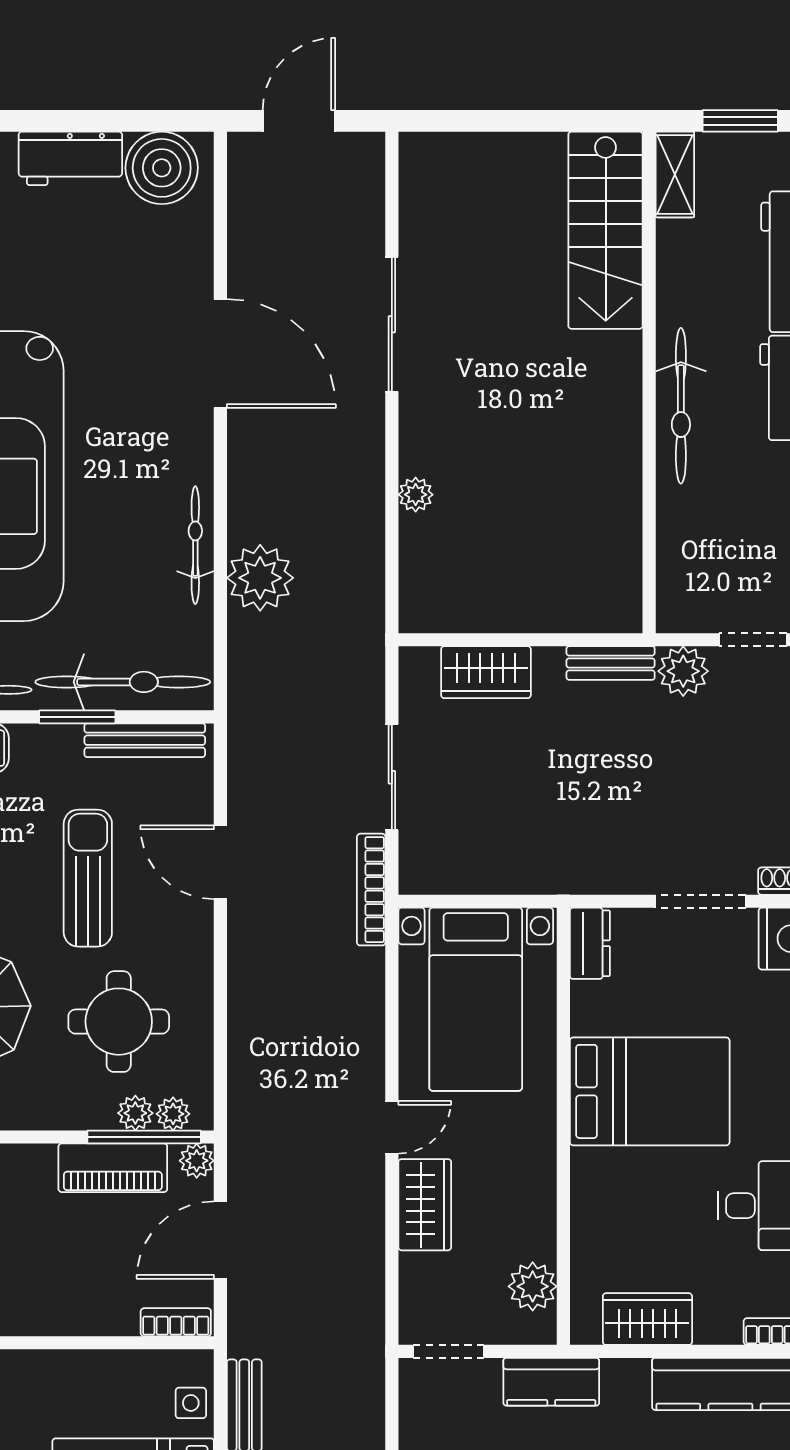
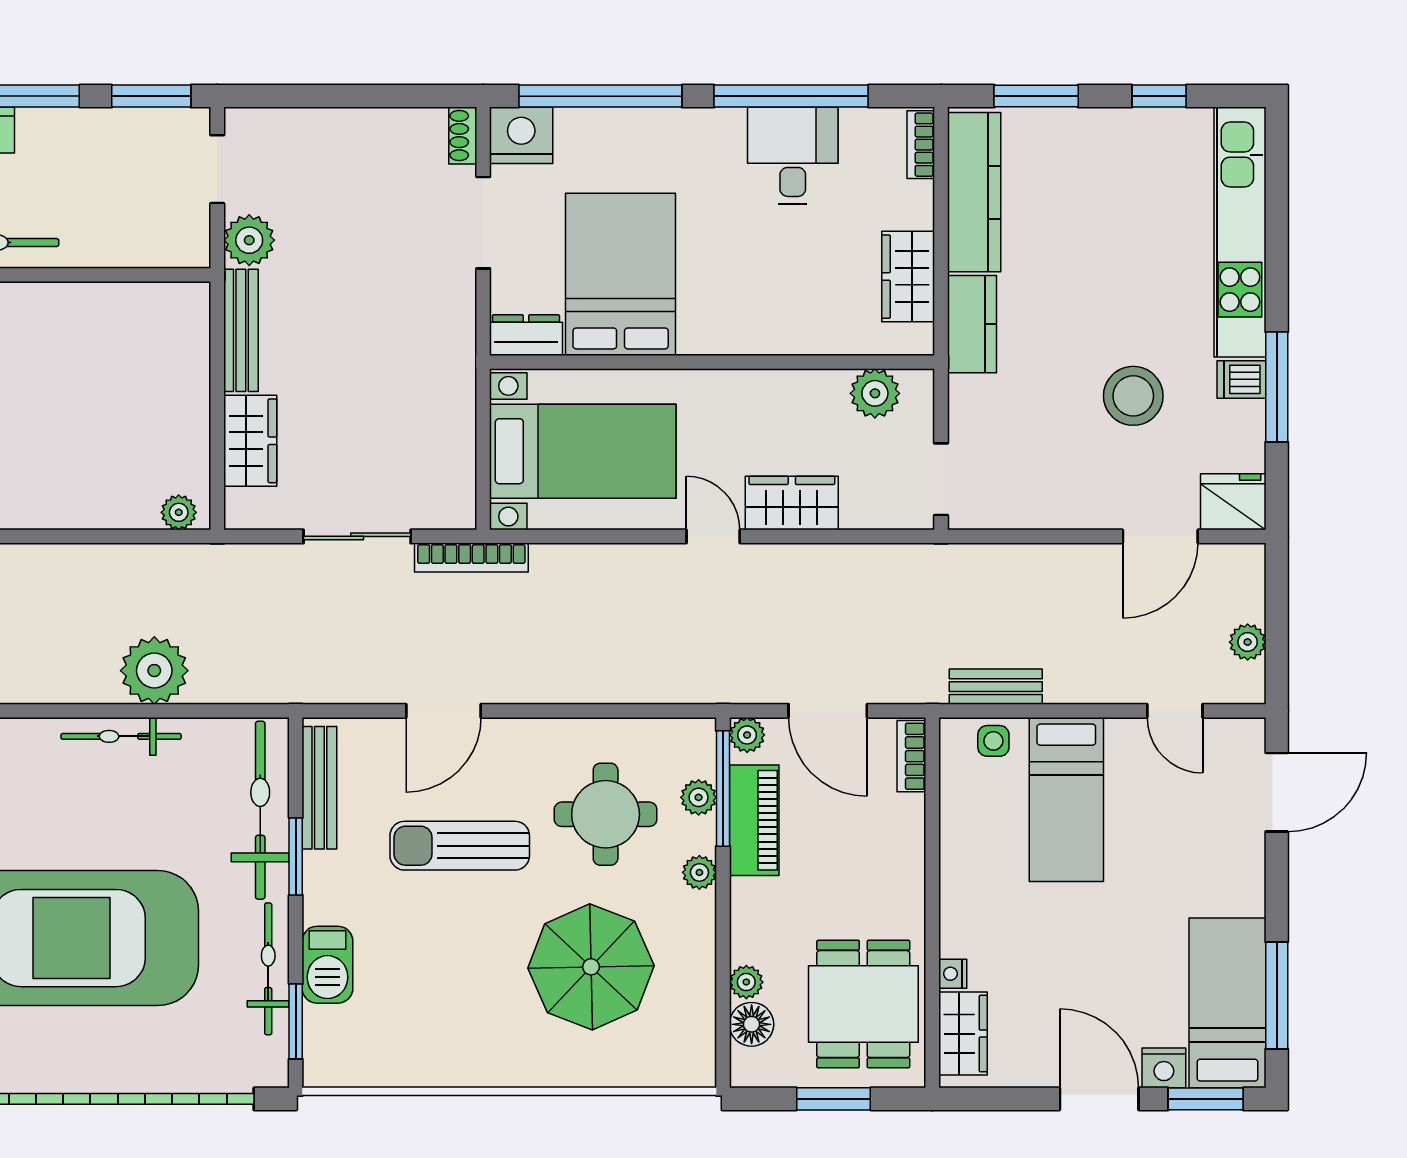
plant: (416, 495) -> (179, 512), moved
bench: (611, 663) -> (241, 330), width x1.36
bed: (650, 1091) -> (621, 274), moved
plant: (173, 1114) -> (699, 872), moved
kitchen counter: (551, 1382) -> (972, 324), moved

